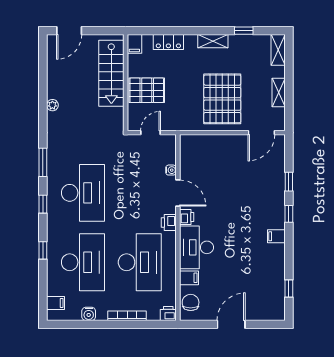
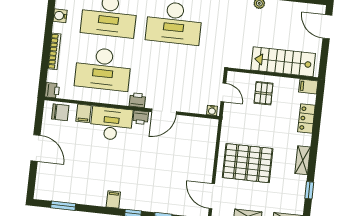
pallet: (147, 90) -> (263, 93), width x0.67, depth x0.71
water cooler: (171, 170) -> (212, 110), moved
window: (289, 288) -> (63, 206), width x1.50

